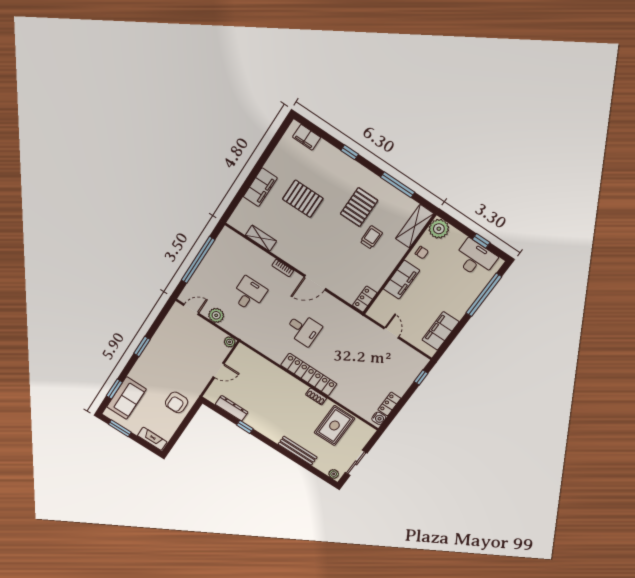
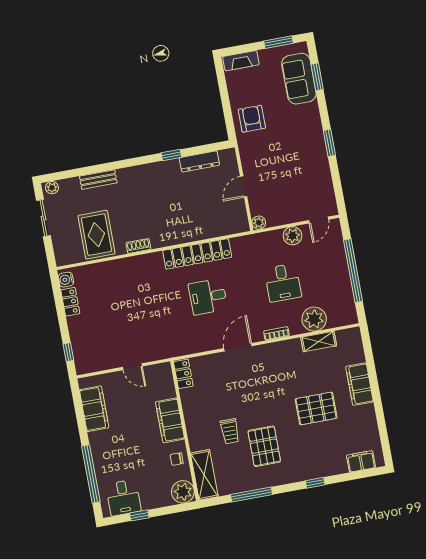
plant: (251, 254) -> (314, 319), added
desk: (475, 259) -> (123, 498), width x0.73
locker: (309, 375) -> (197, 254), moved
bench: (298, 451) -> (98, 180), width x0.73

